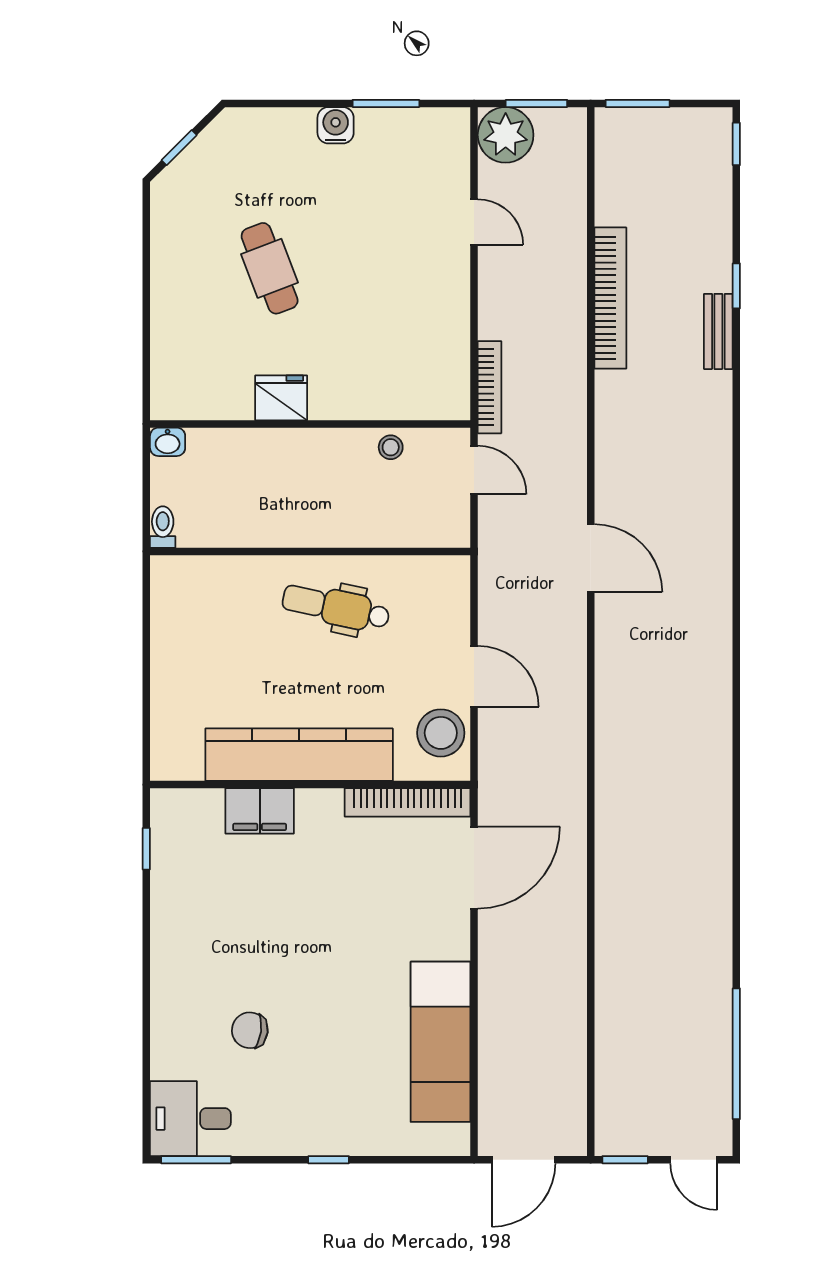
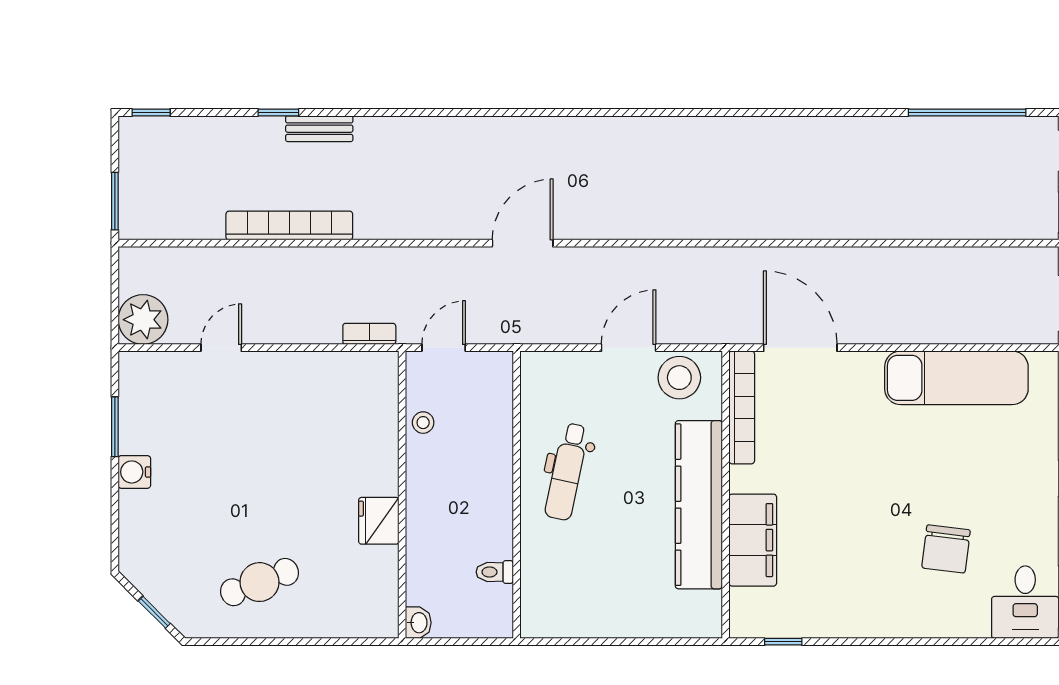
window: (536, 103) -> (115, 292), removed
cafe table: (270, 268) -> (260, 582), moved
bookcase: (490, 387) -> (369, 334), width x0.64
toilet: (163, 527) -> (495, 572), moved
filing cabinet: (260, 811) -> (753, 540), width x1.50, depth x1.17
chair: (250, 1030) -> (946, 549), width x1.37, depth x1.37

